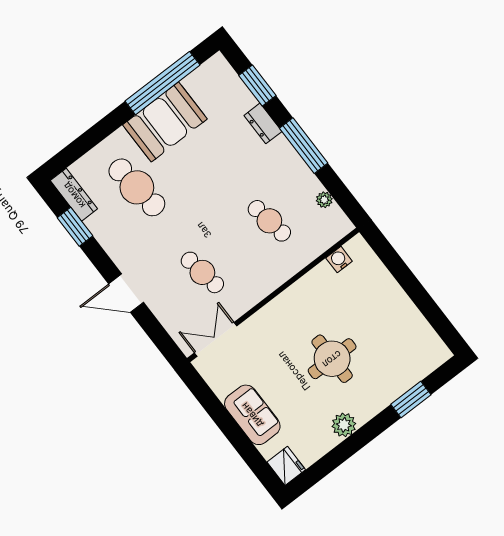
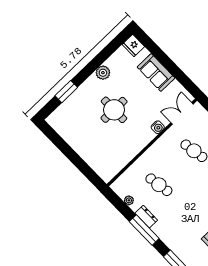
dresser: (263, 123) -> (146, 217), moved
water cooler: (339, 260) -> (158, 127), moved
double door: (216, 339) -> (182, 113), swing flipped

